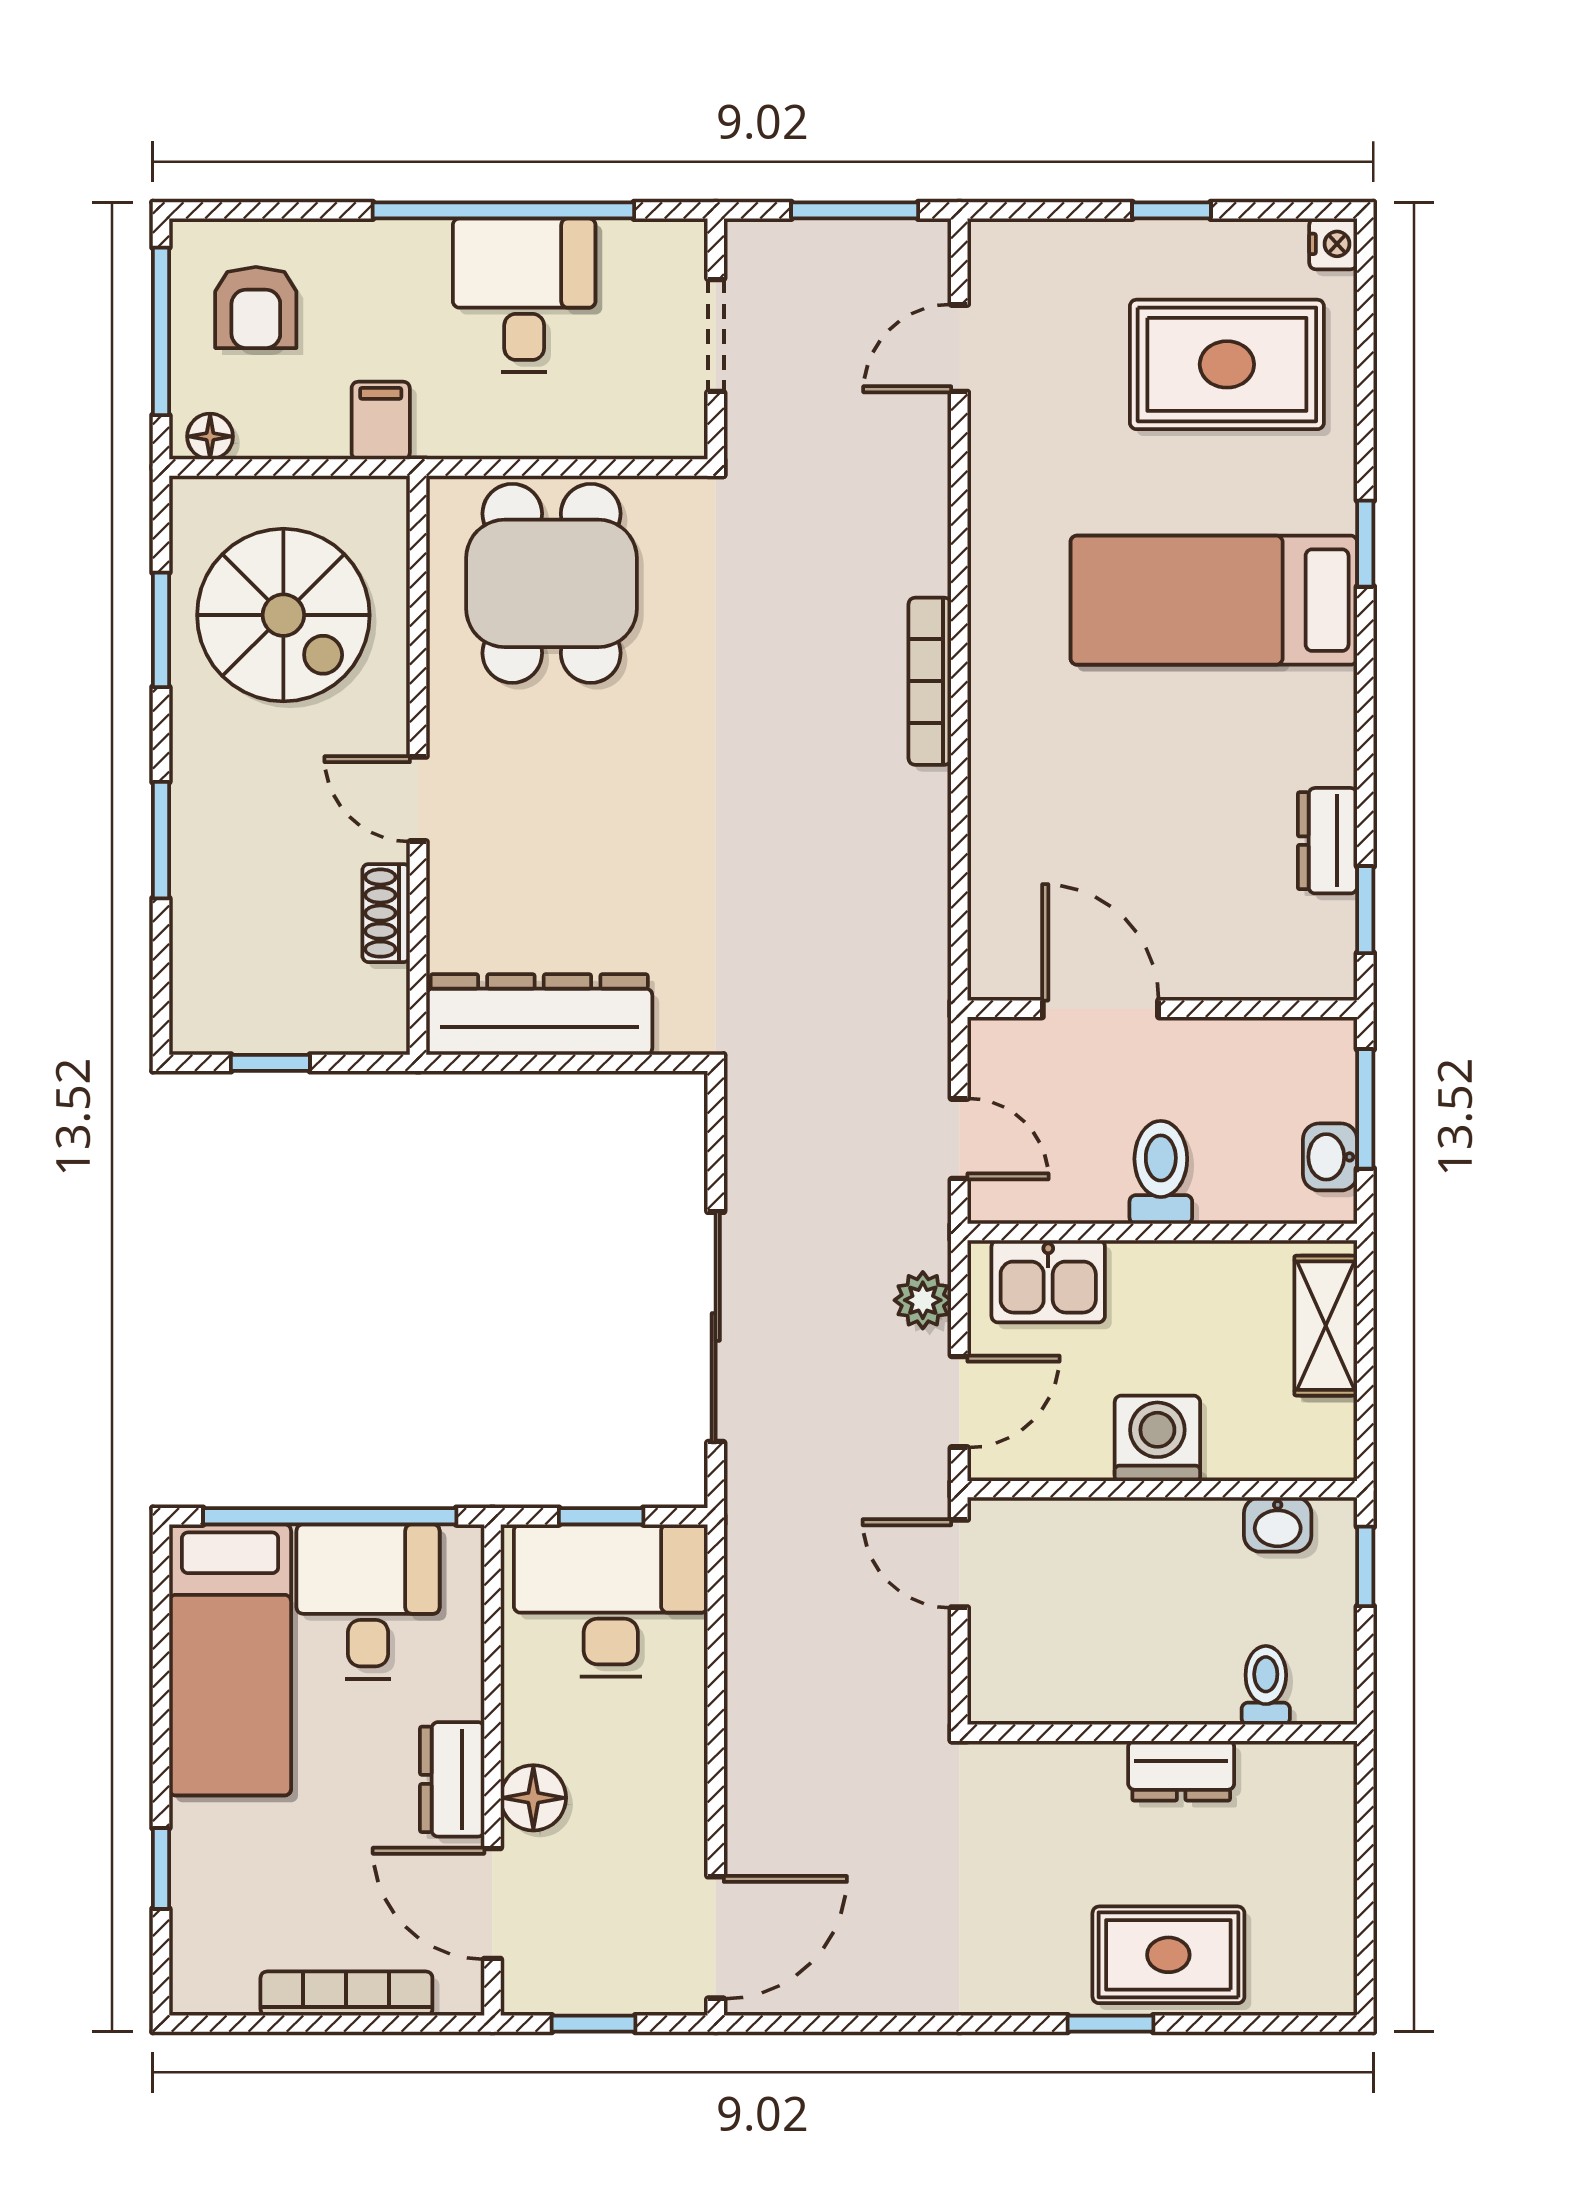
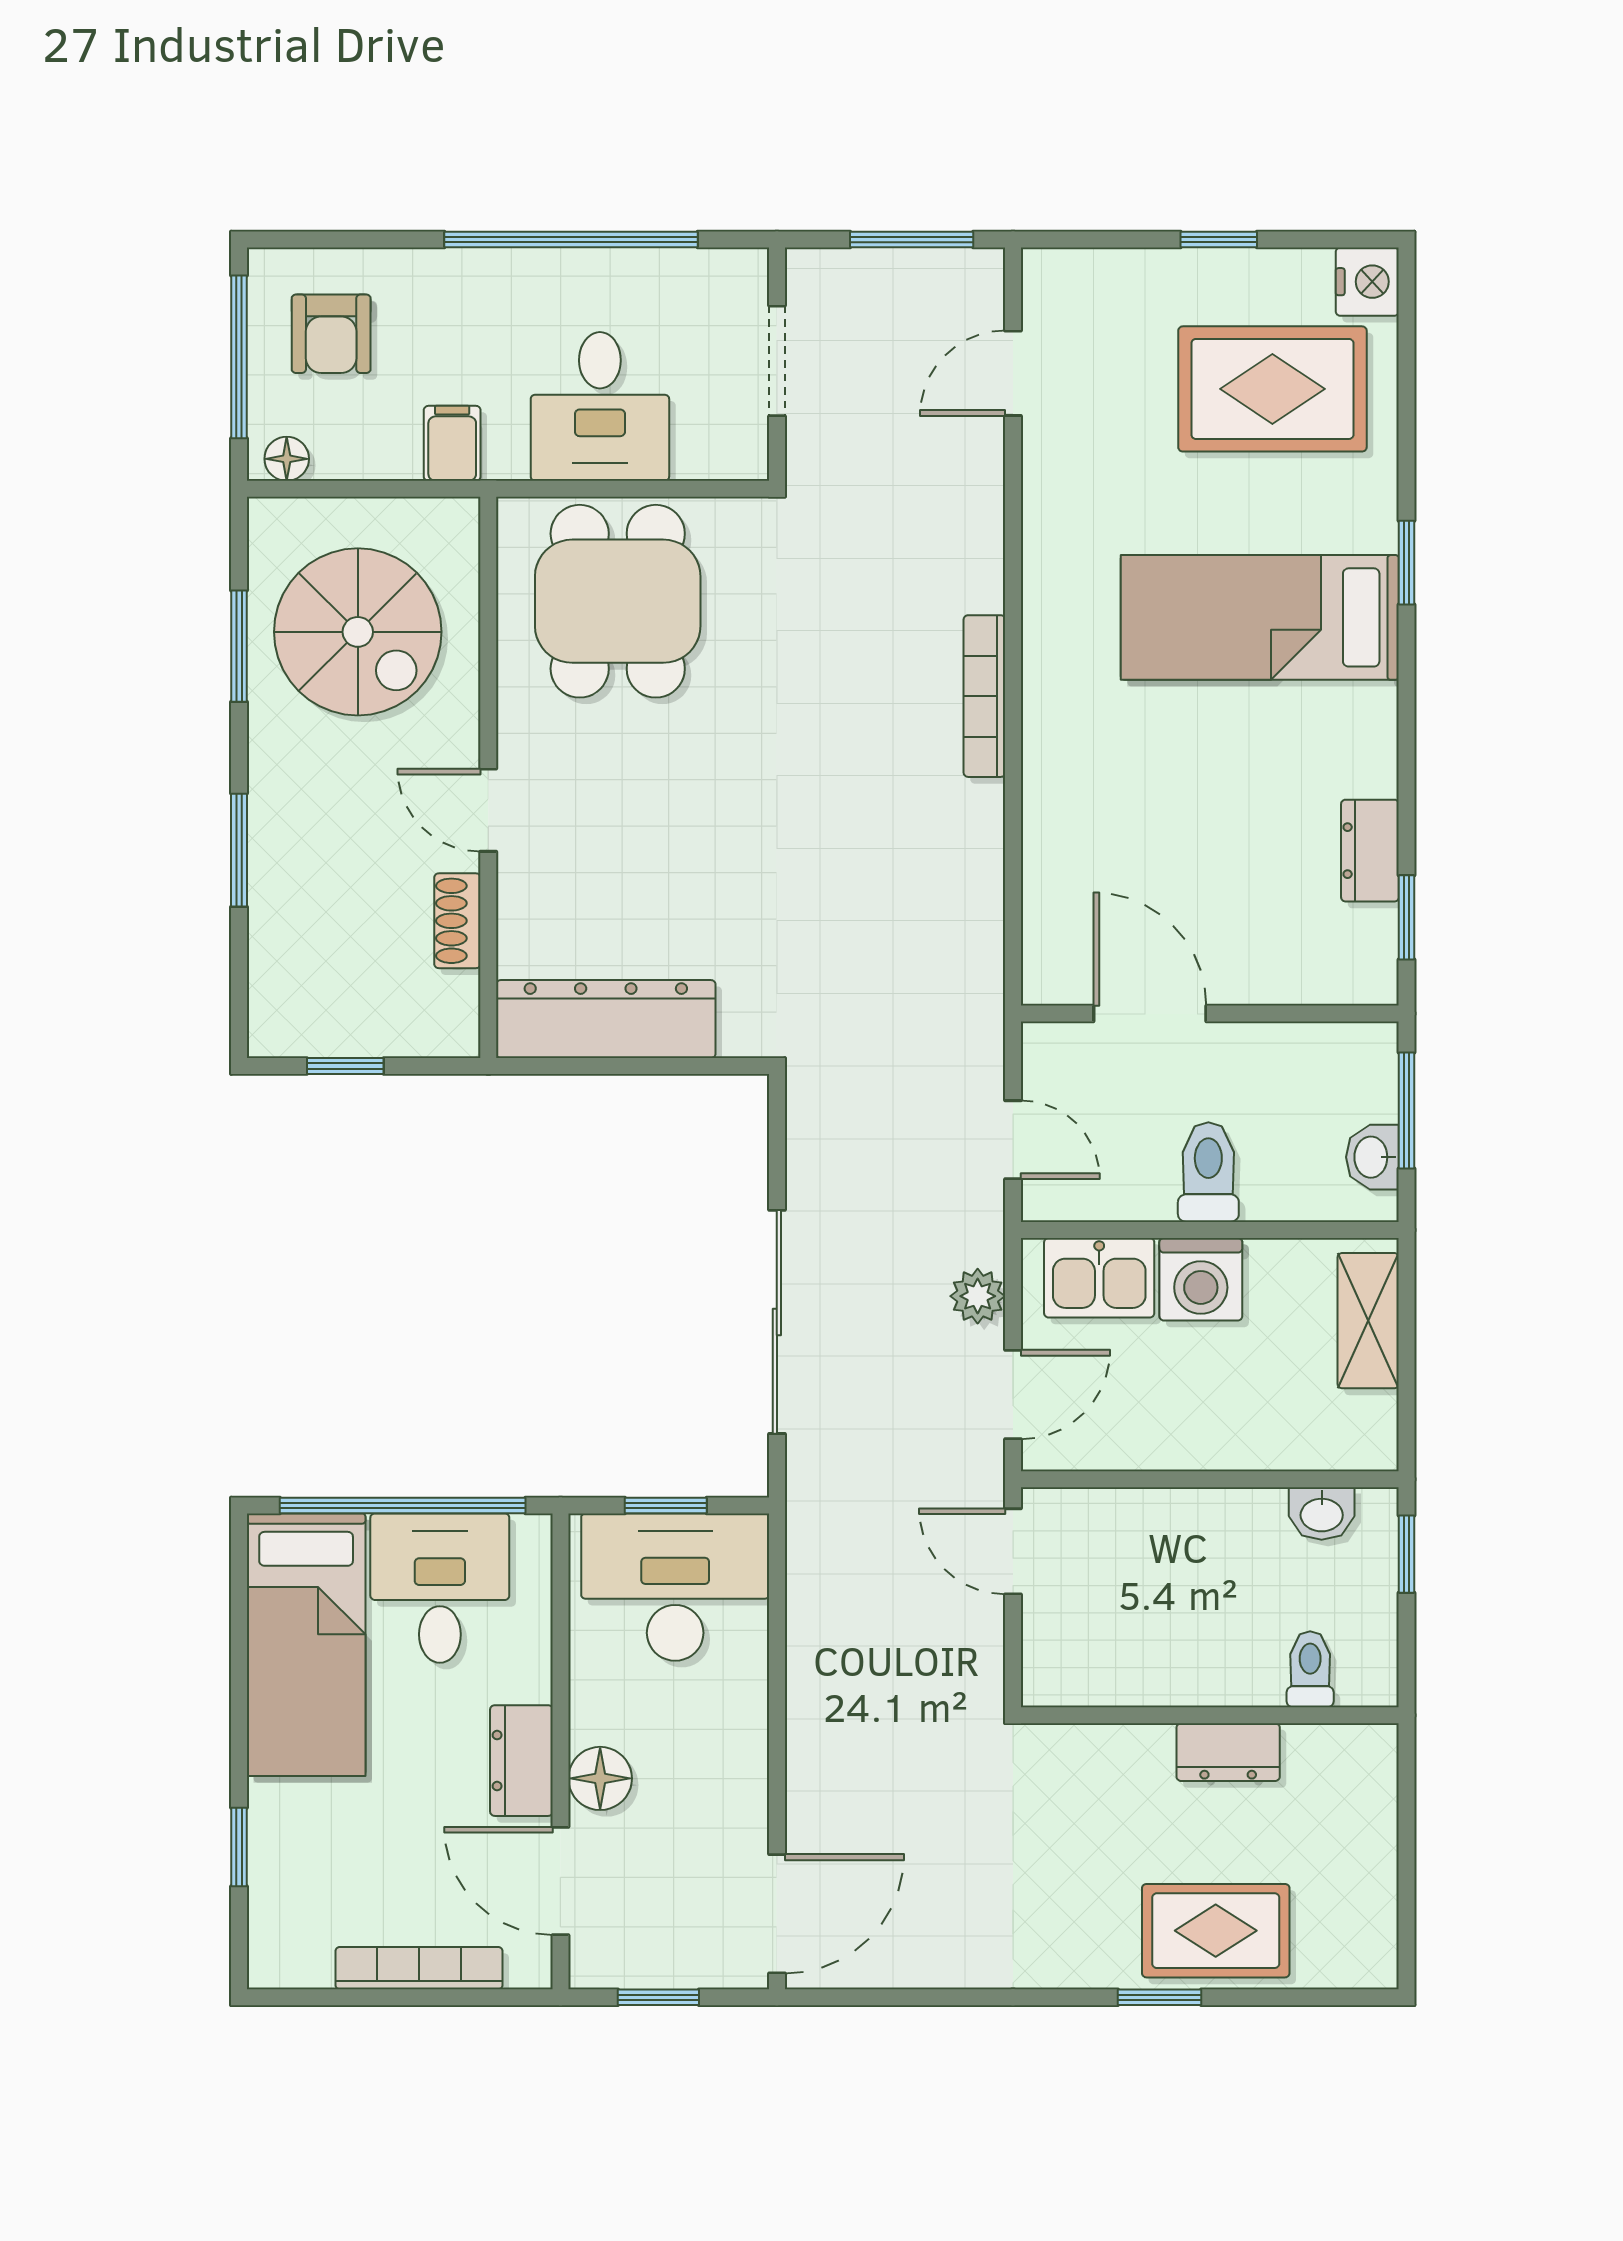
nightstand: (1333, 244) -> (1367, 282), width x1.39, depth x1.35
desk: (524, 295) -> (600, 406), moved, turned 180
washing machine: (1157, 1438) -> (1201, 1279), moved, turned 180

